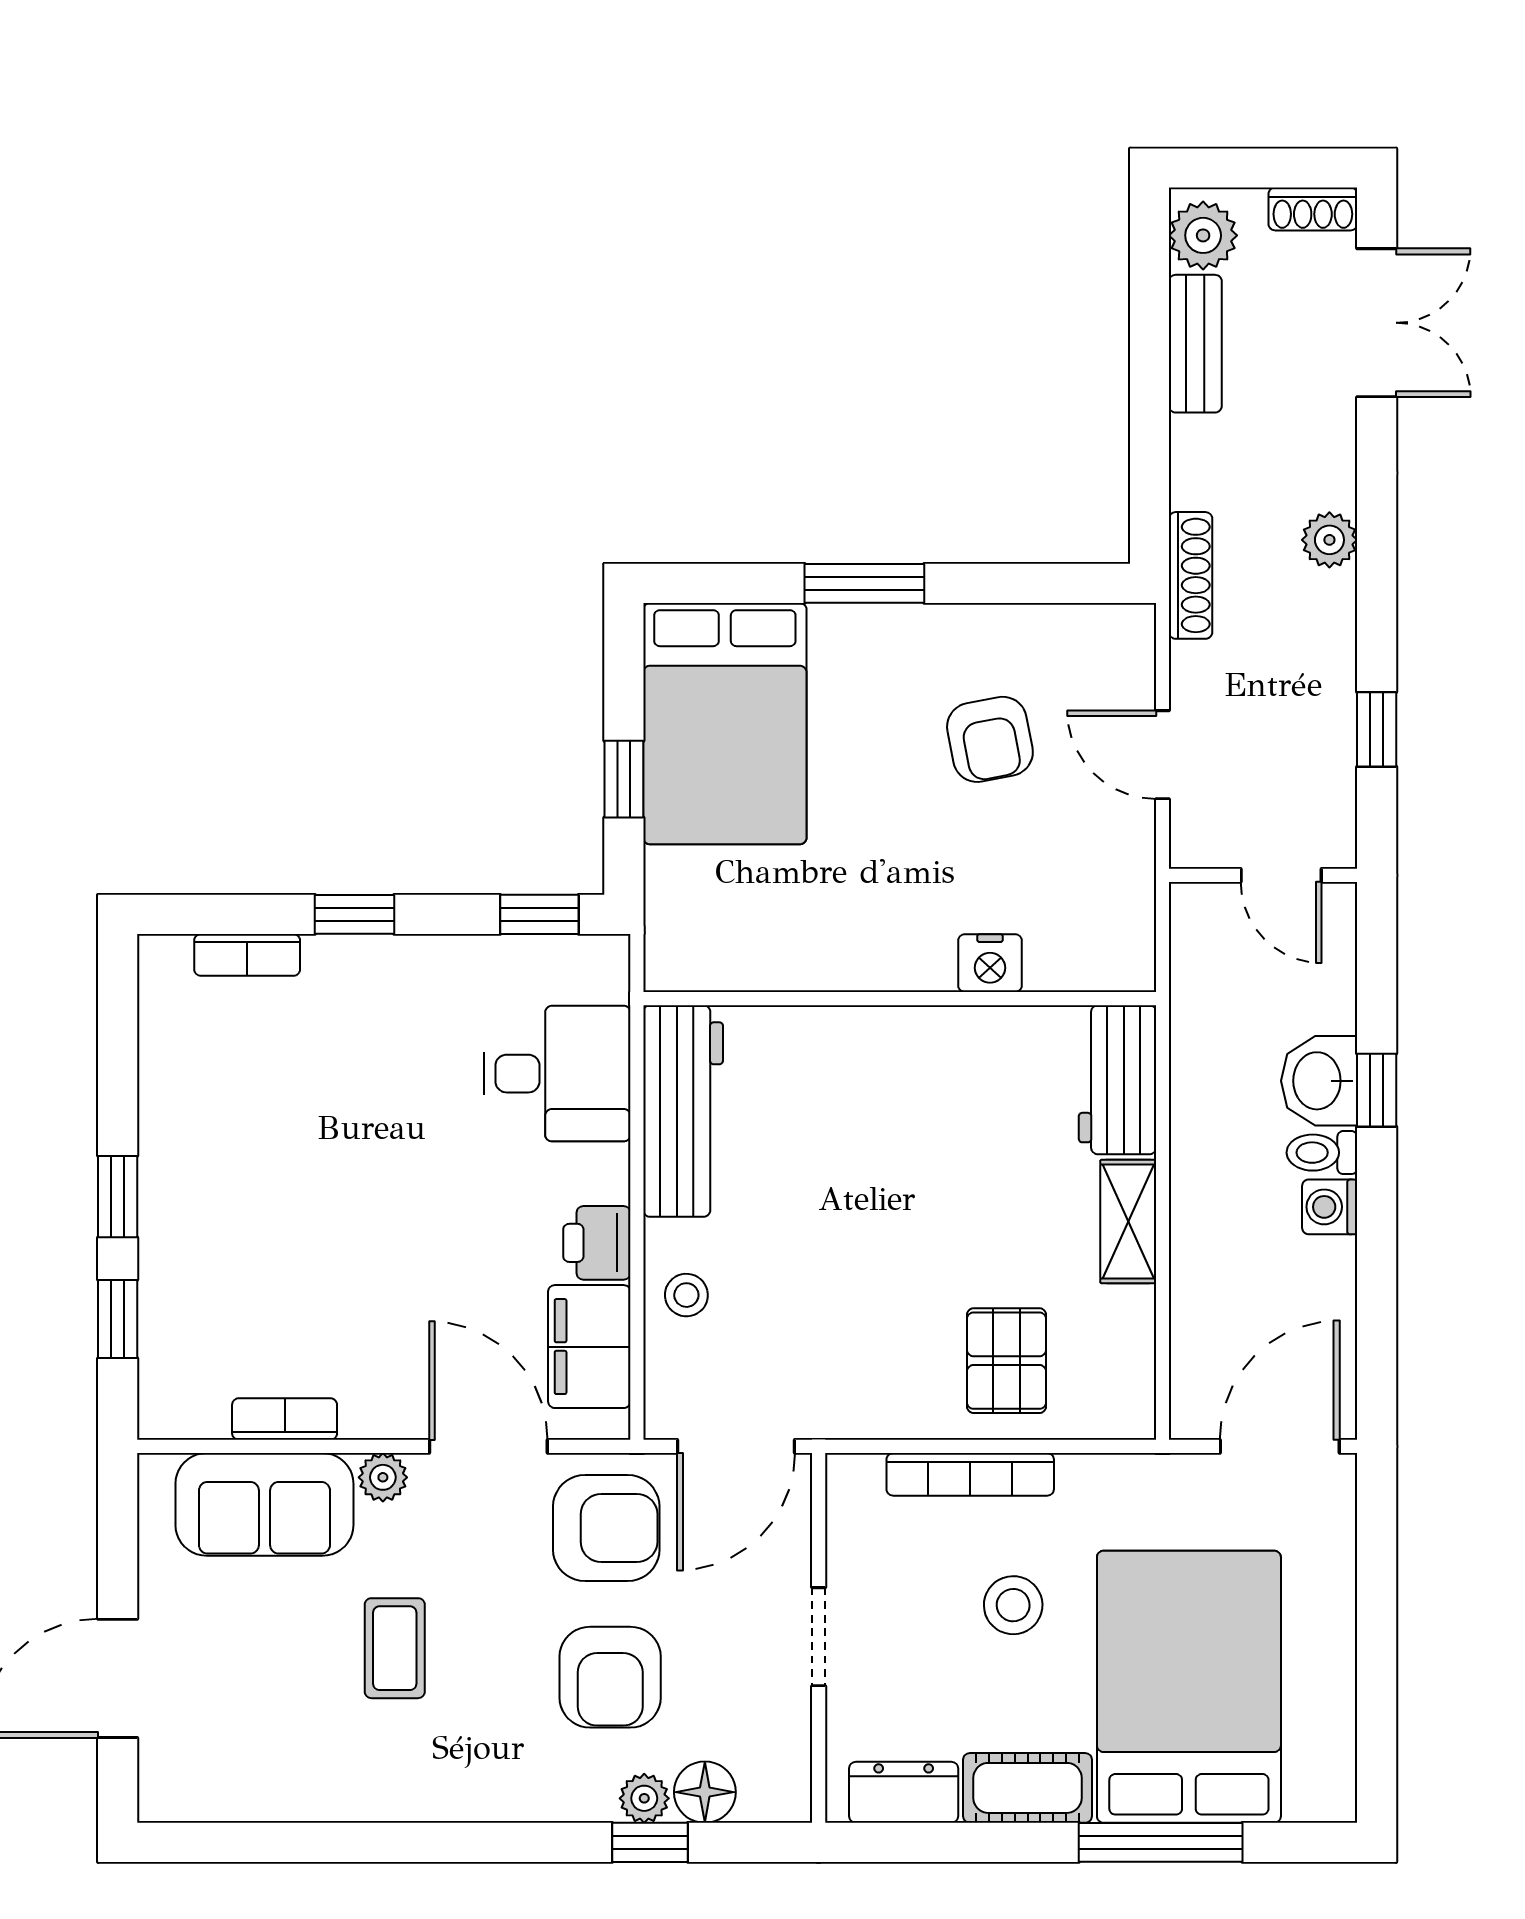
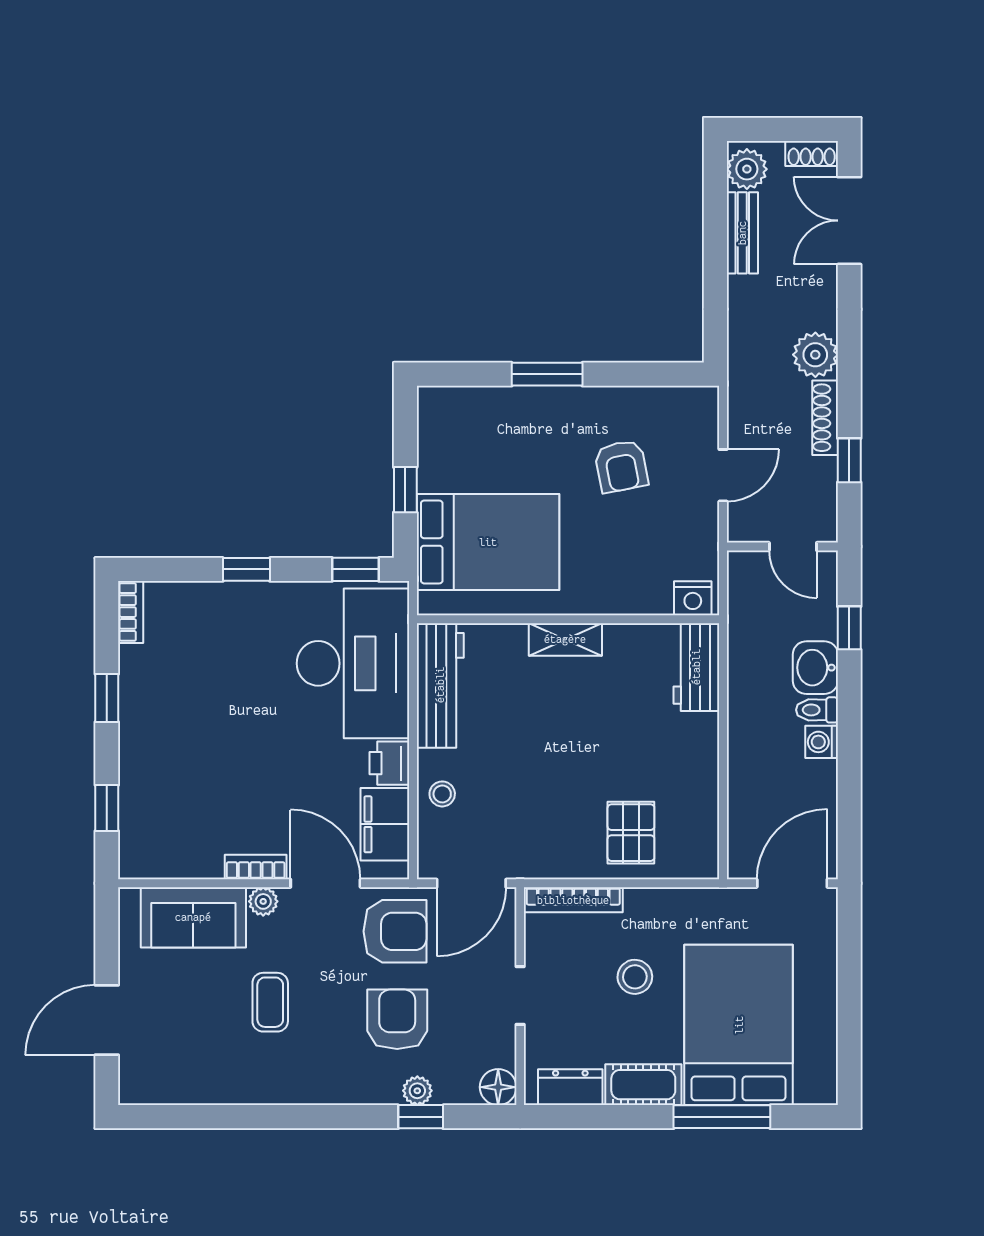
double door: (1377, 323) -> (849, 221), swing flipped
plant: (1329, 540) -> (815, 355), width x1.38, depth x1.38
shoe rack: (1191, 575) -> (825, 418), moved, turned 180
bed: (725, 724) -> (488, 542), moved, turned -90
door: (1163, 755) -> (723, 475), swing flipped
bookcase: (247, 955) -> (131, 612), moved, turned -90
nightstand: (990, 963) -> (693, 598), moved
desk: (557, 1074) -> (353, 663), width x1.87, depth x1.30
window: (1377, 1090) -> (849, 628), moved
window: (118, 1197) -> (107, 698), moved
shelving: (1128, 1221) -> (565, 639), moved, turned 90
bookcase: (285, 1419) -> (256, 867), moved
bookcase: (970, 1474) -> (573, 900), moved
armchair: (610, 1677) -> (397, 1019), turned 180
floor lamp: (705, 1792) -> (498, 1087), moved

